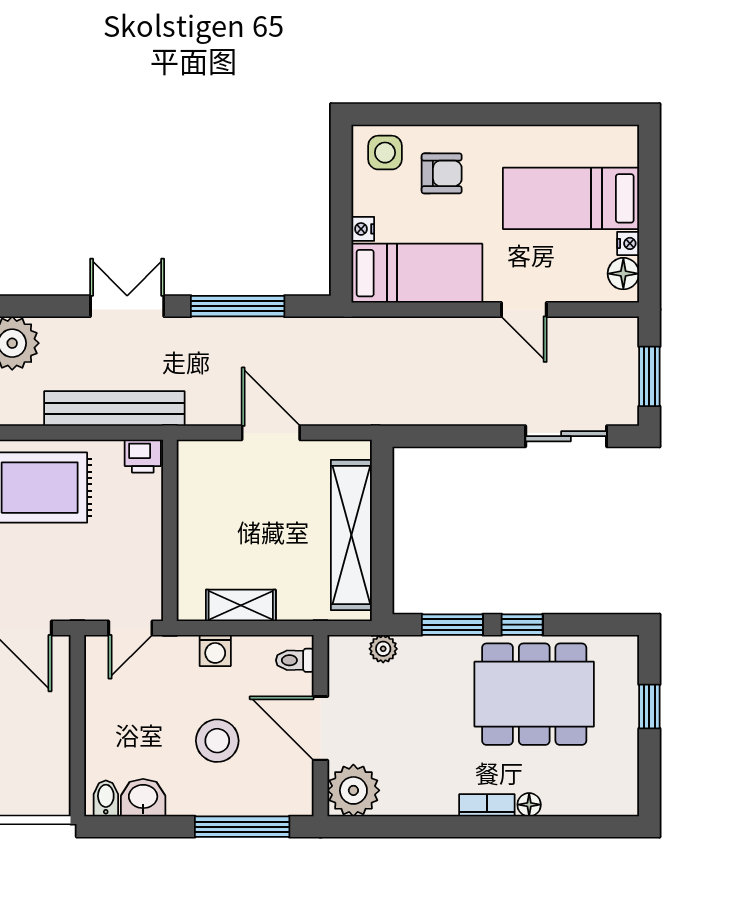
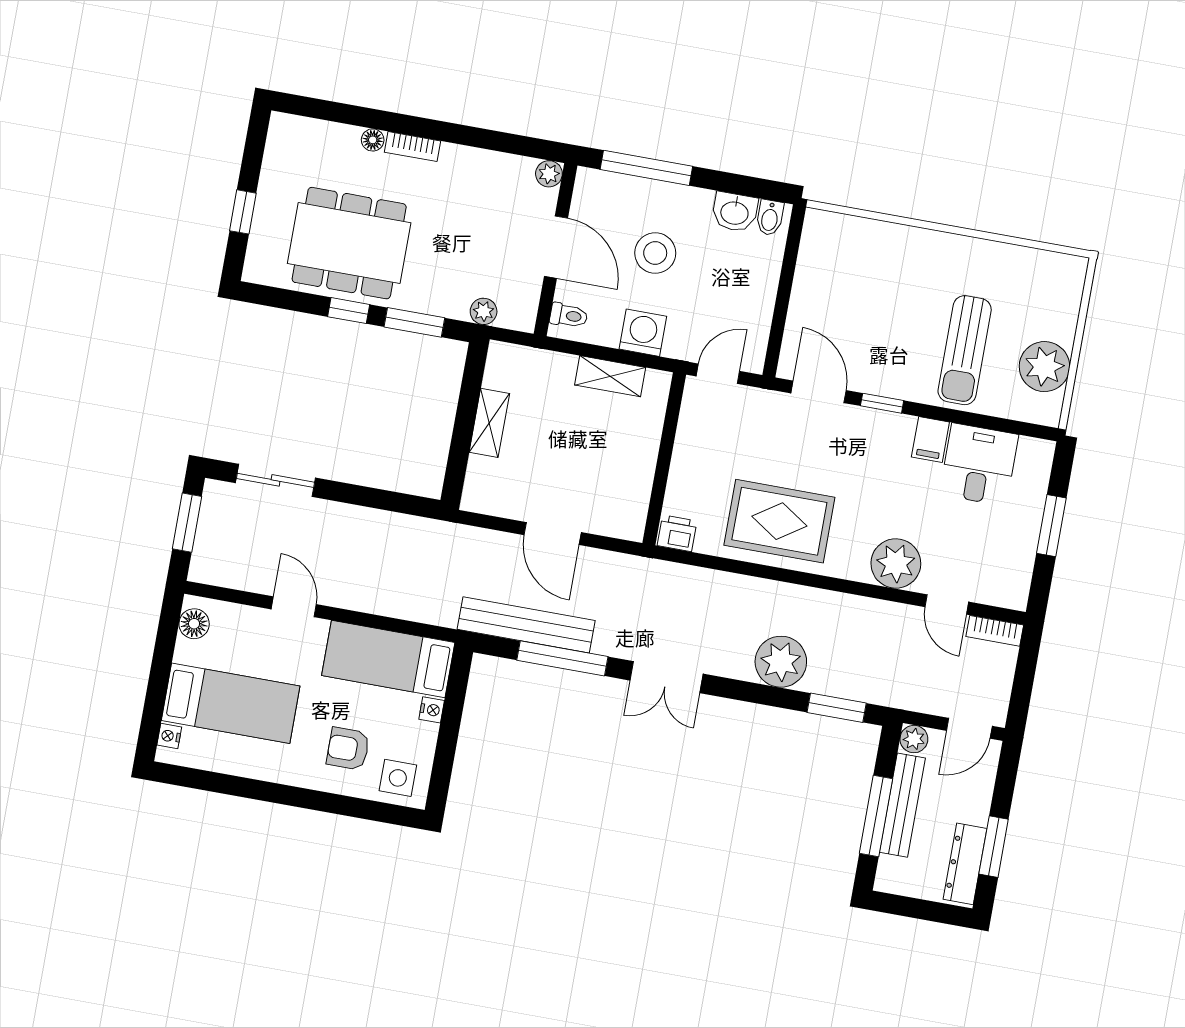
nightstand: (628, 243) -> (169, 736), moved
bench: (114, 408) -> (526, 625), moved
shelving: (351, 535) -> (489, 423), width x0.45, depth x0.75
washing machine: (215, 650) -> (643, 333), width x1.38, depth x1.38
plant: (353, 790) -> (549, 174), width x0.53, depth x0.53

